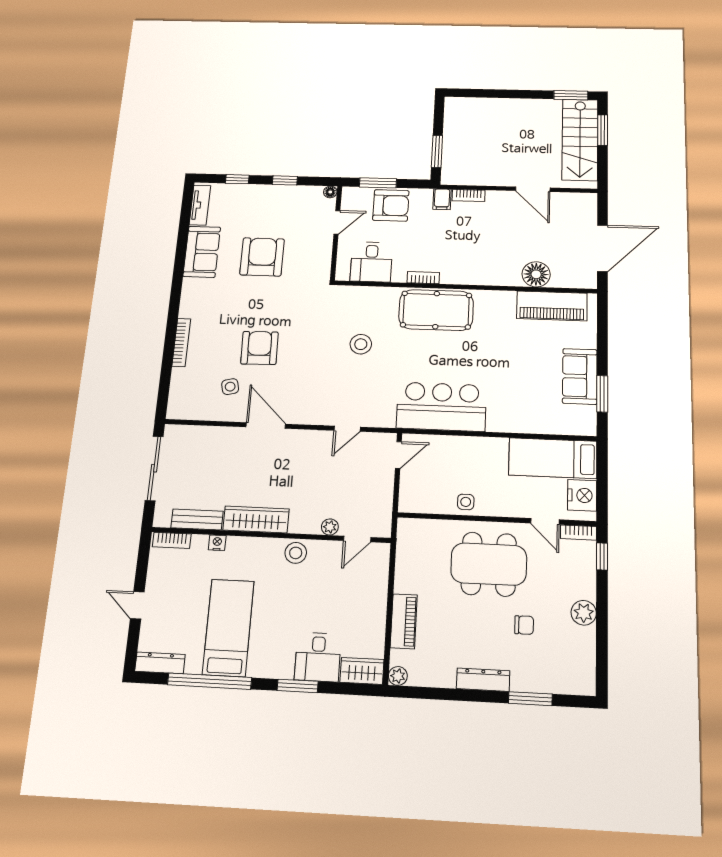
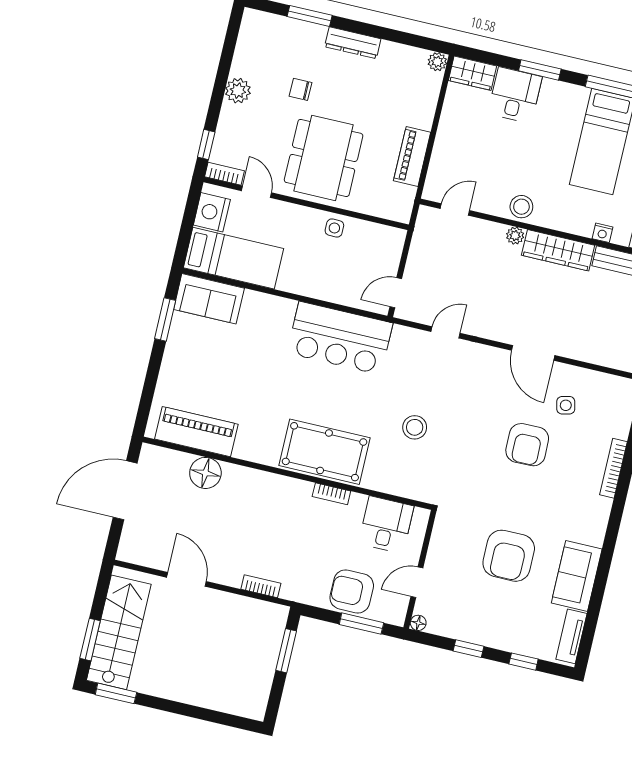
filing cabinet: (442, 199) -> (292, 588), removed
sofa: (580, 376) -> (209, 299), moved, turned 90
plant: (330, 527) -> (515, 236), moved
dining table: (489, 564) -> (324, 158), turned 90
piano: (404, 621) -> (412, 156), moved

